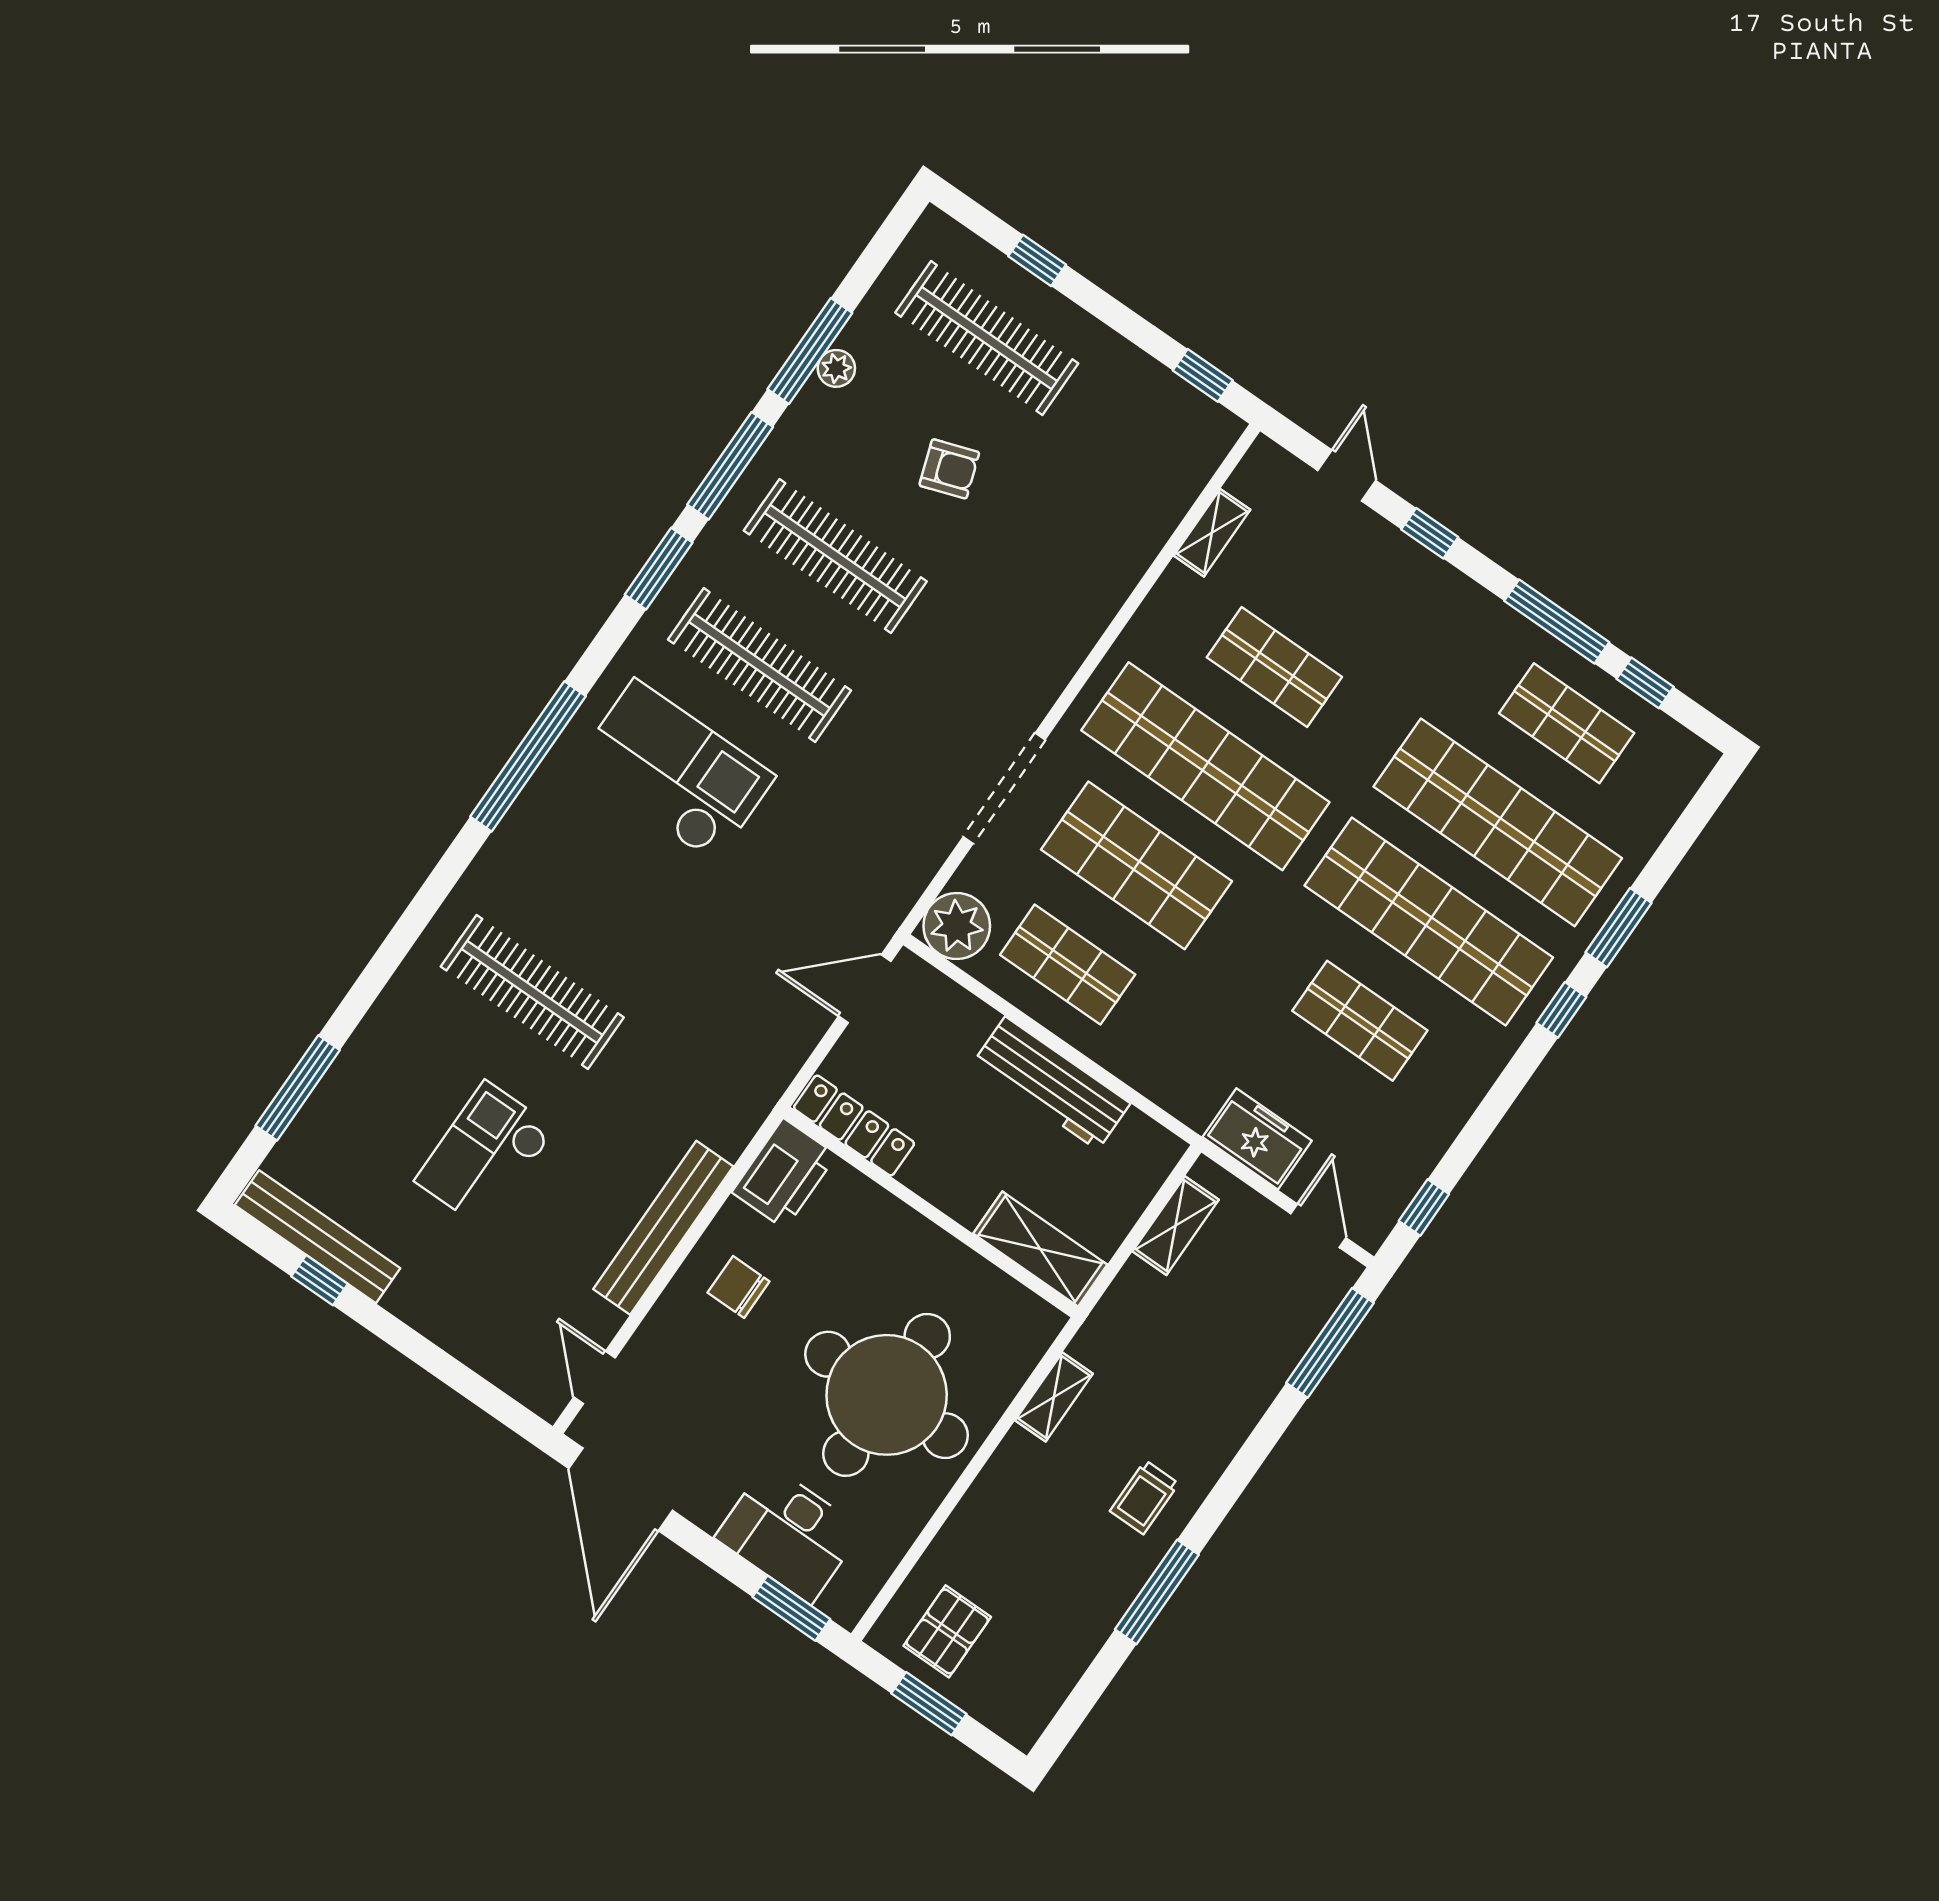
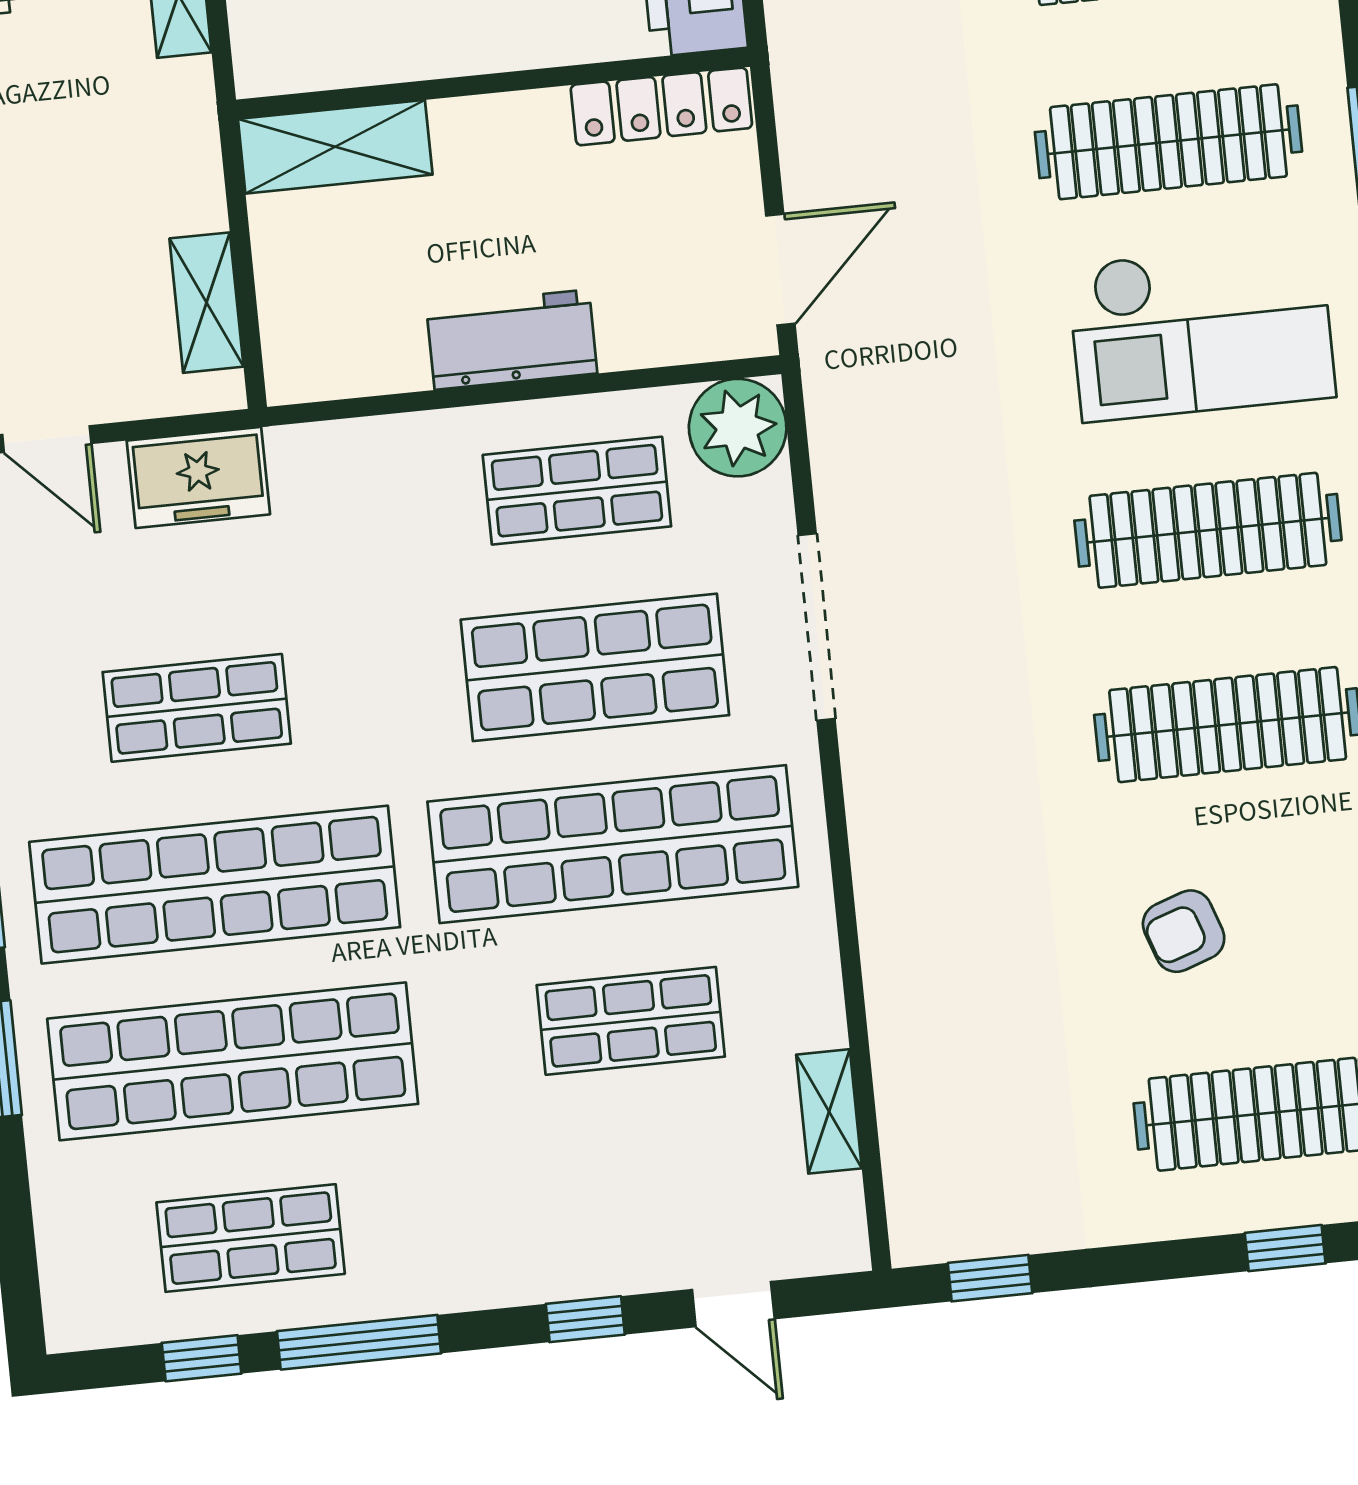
clothes rail: (608, 883) -> (1168, 142), added
workbench: (1052, 1083) -> (512, 340), width x0.73

